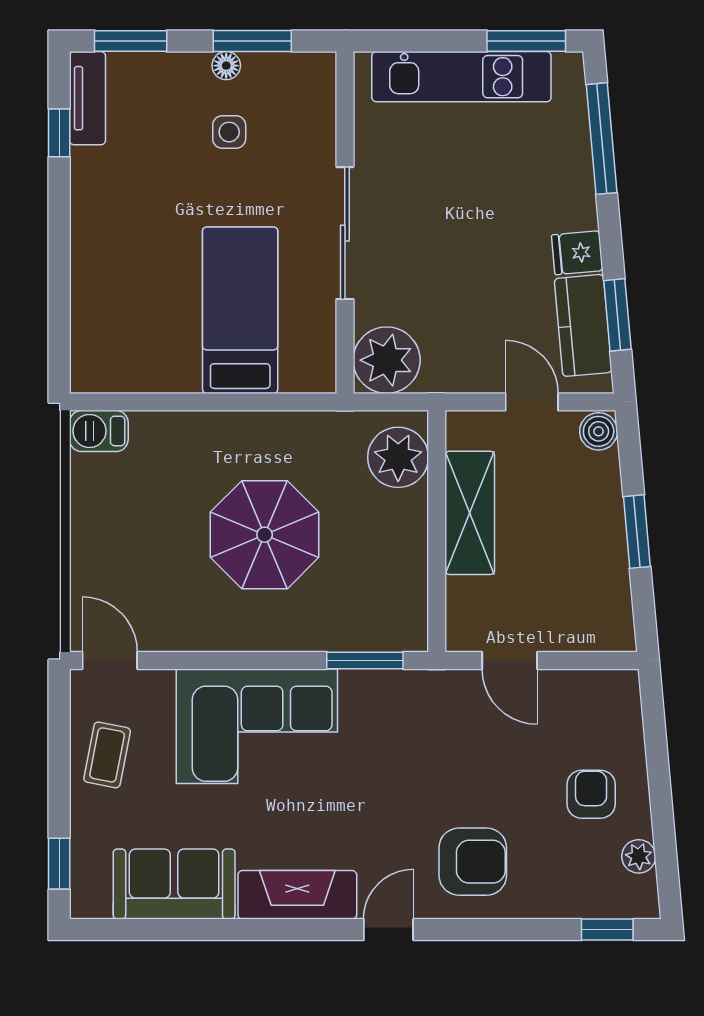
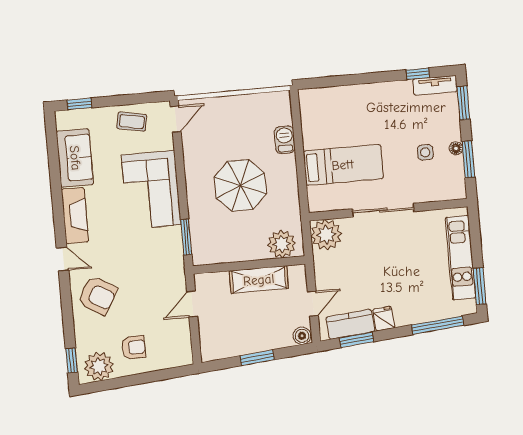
barbecue: (99, 431) -> (285, 140), moved
plant: (639, 856) -> (99, 366), width x1.87, depth x1.87
armchair: (473, 862) -> (98, 295), turned -59

